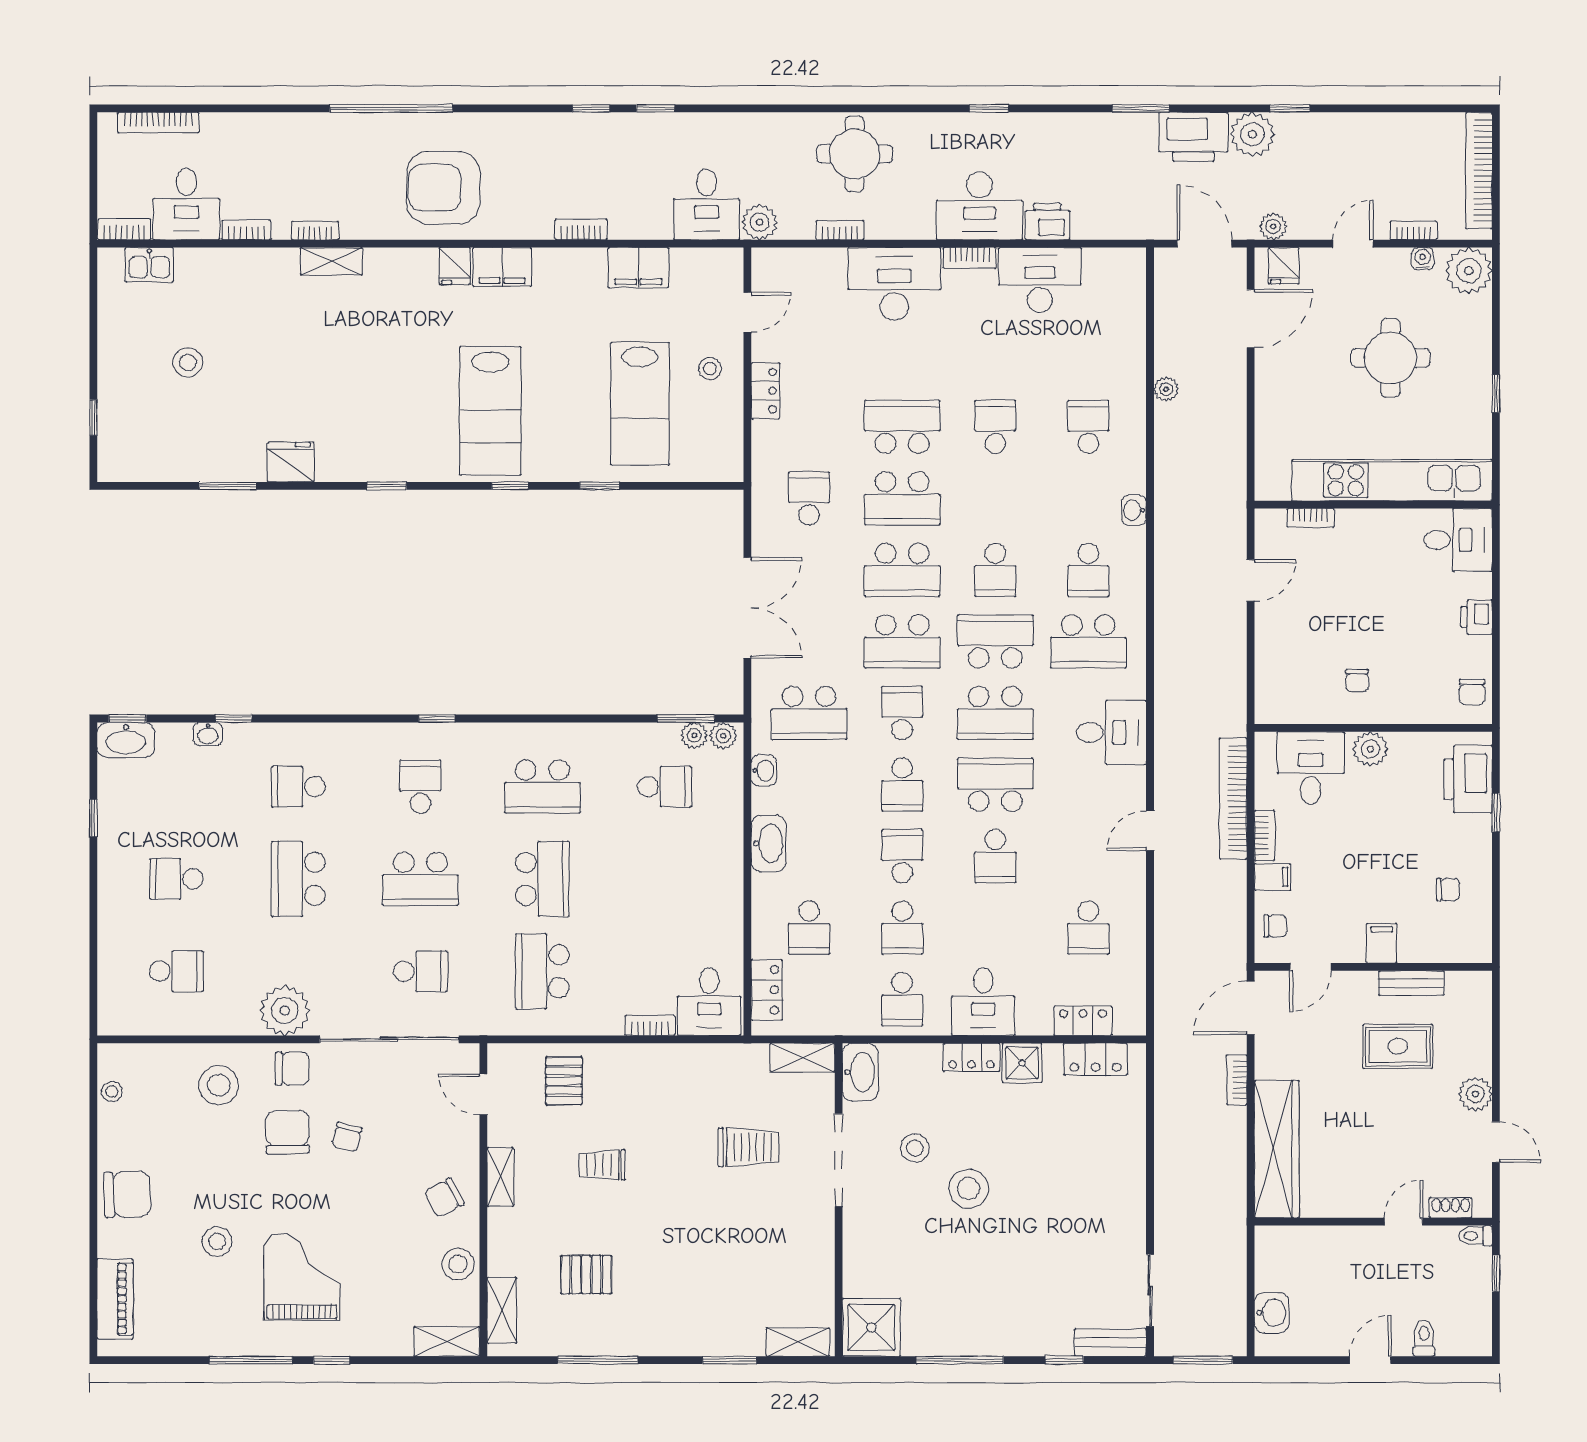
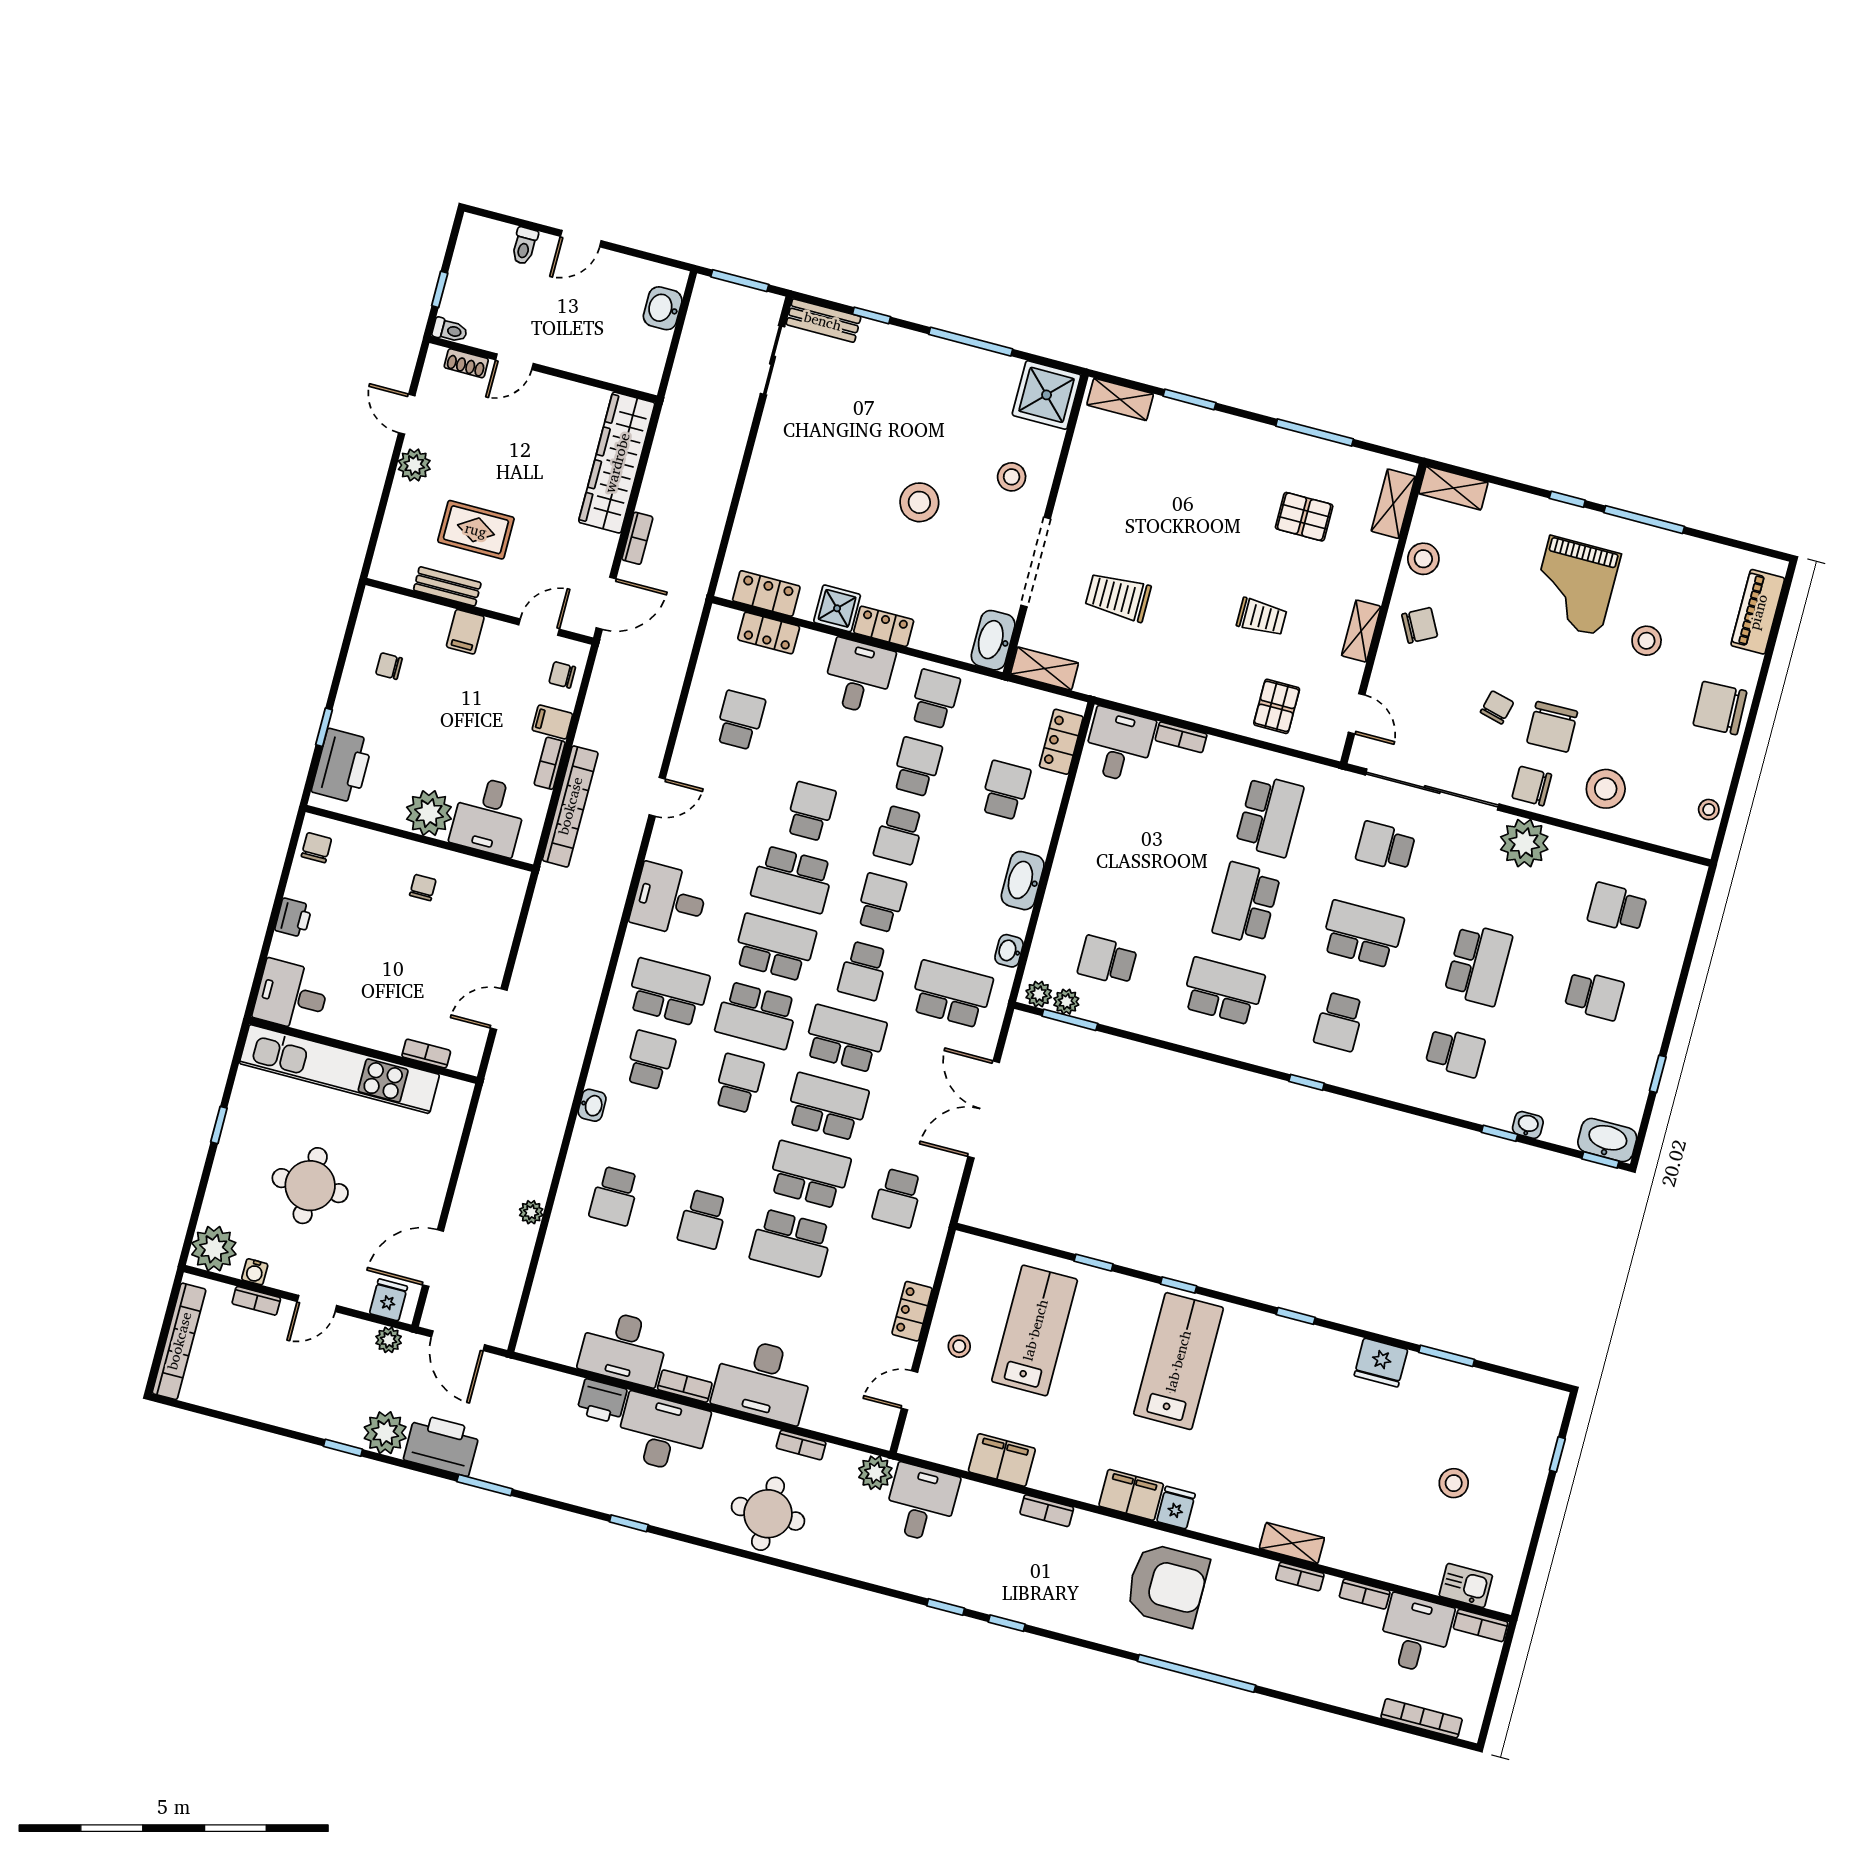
plant: (1370, 749) -> (429, 813), width x1.36, depth x1.36
stool: (915, 1148) -> (1012, 477), moved

